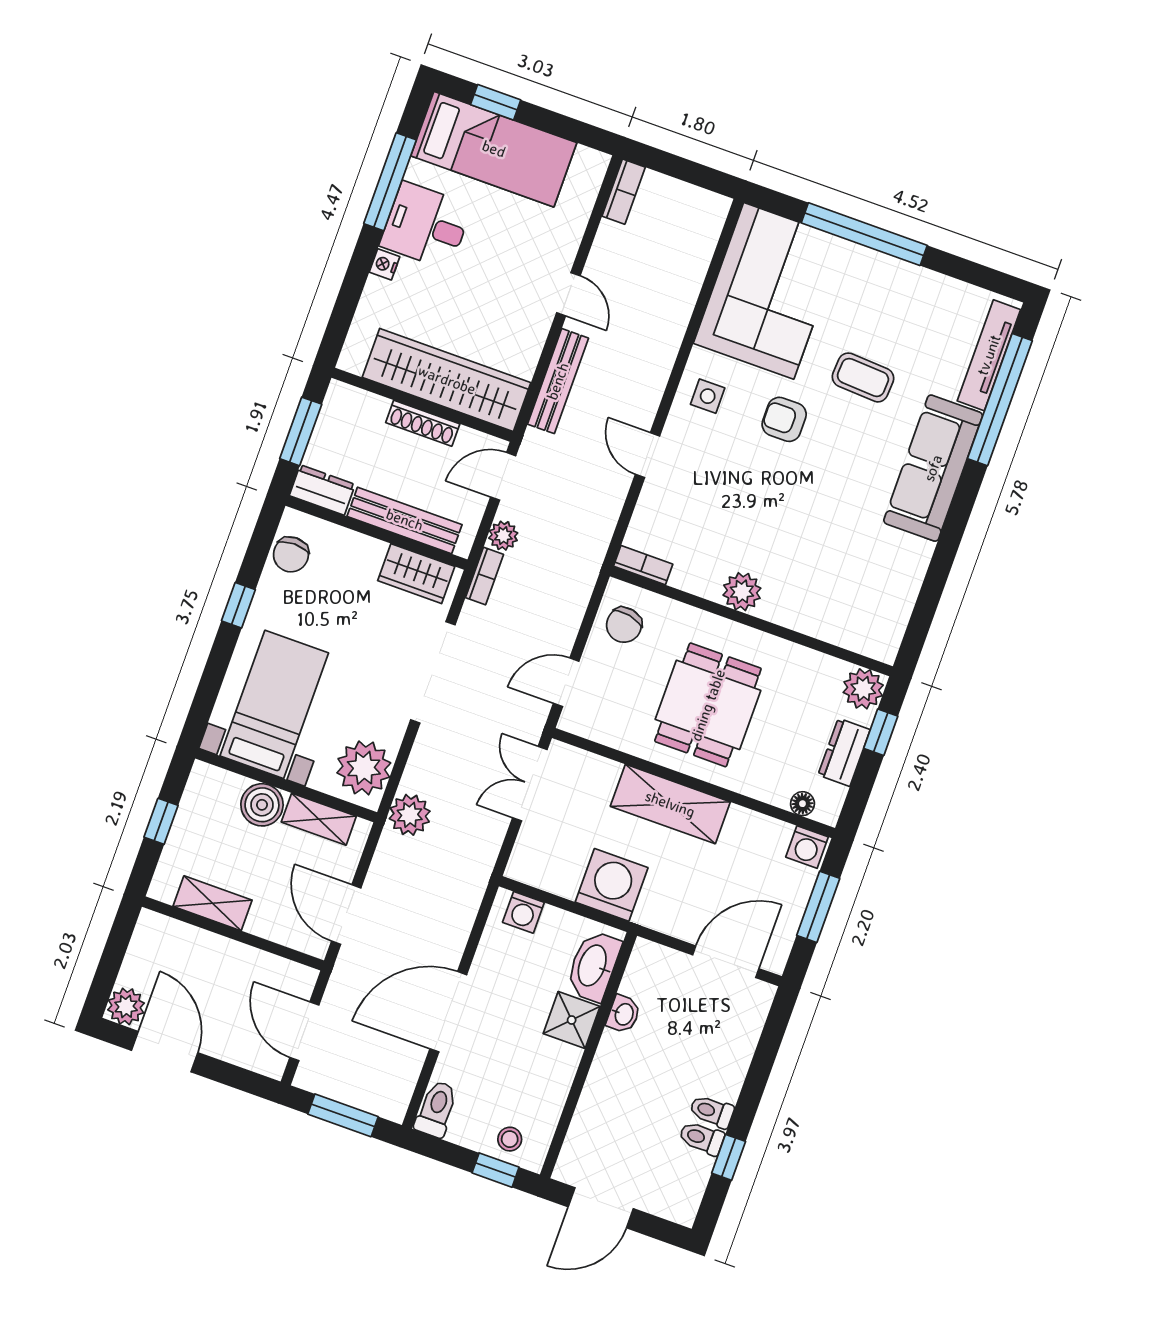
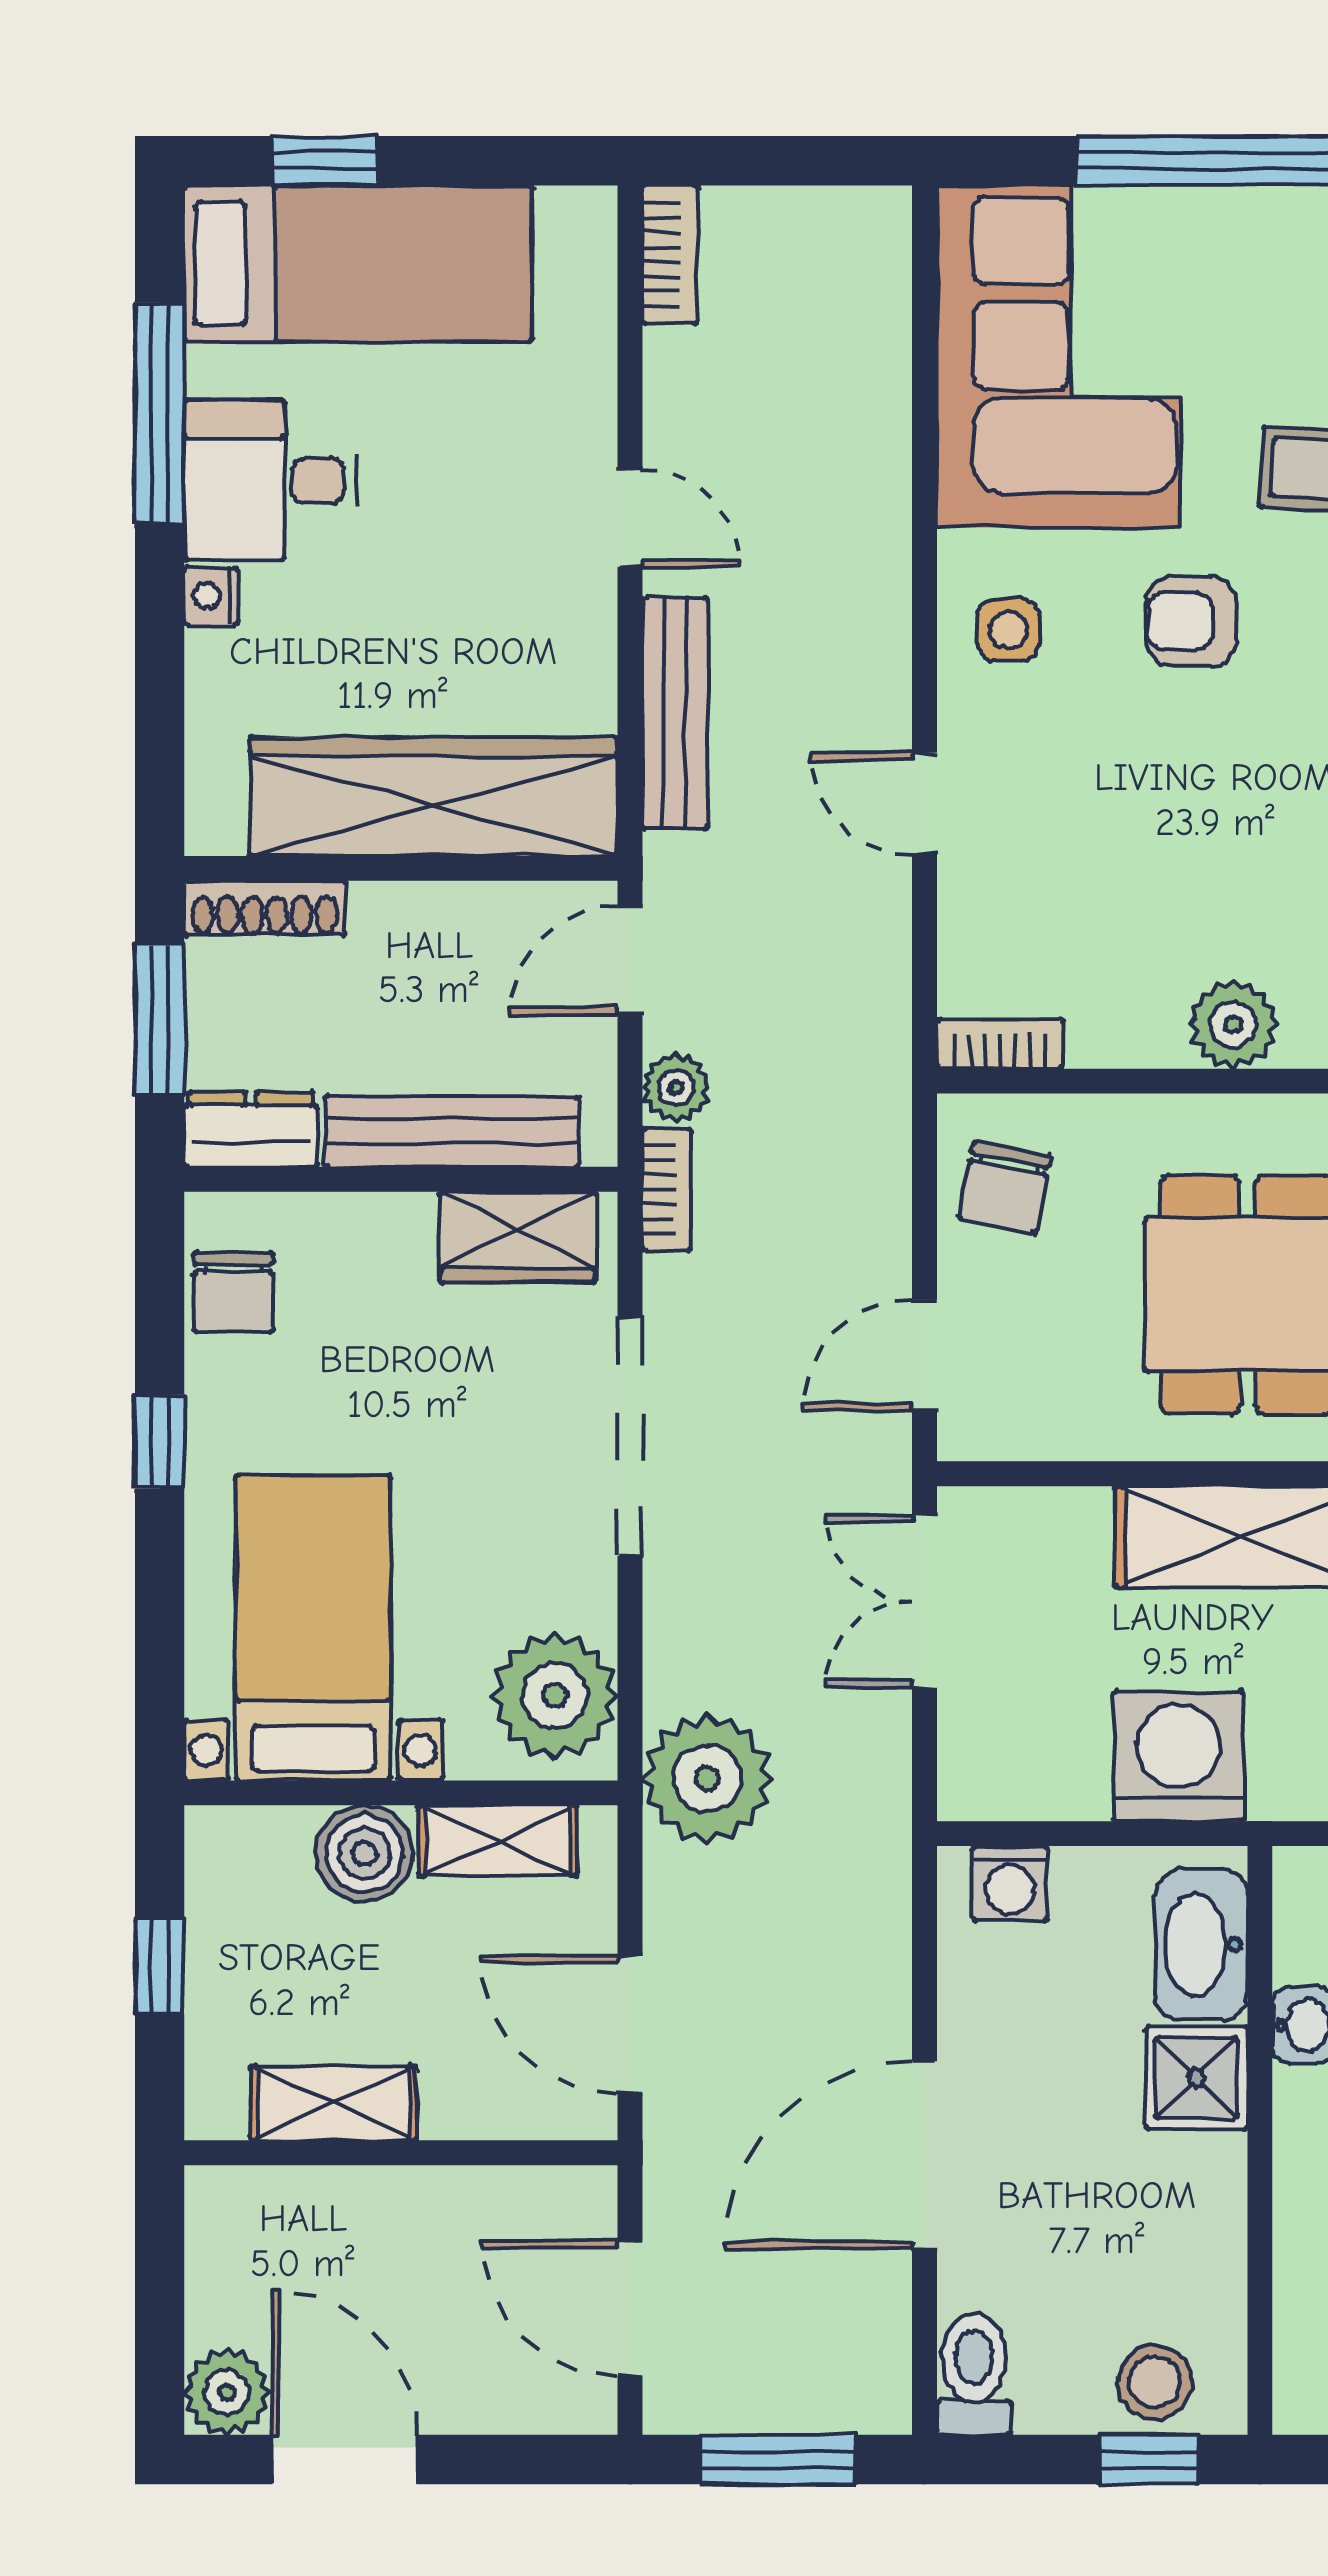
shoe rack: (423, 423) -> (265, 908), moved
plant: (410, 815) -> (707, 1778), width x1.36, depth x1.36
stool: (510, 1139) -> (1155, 2382), width x1.37, depth x1.37

